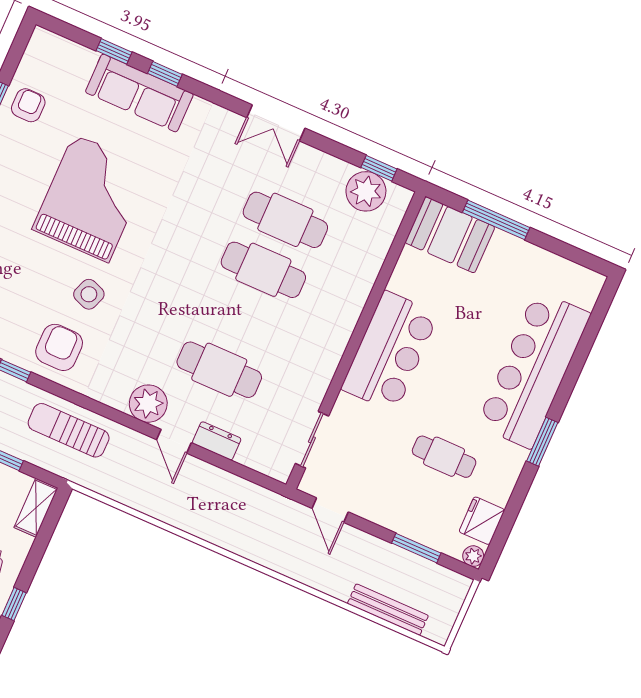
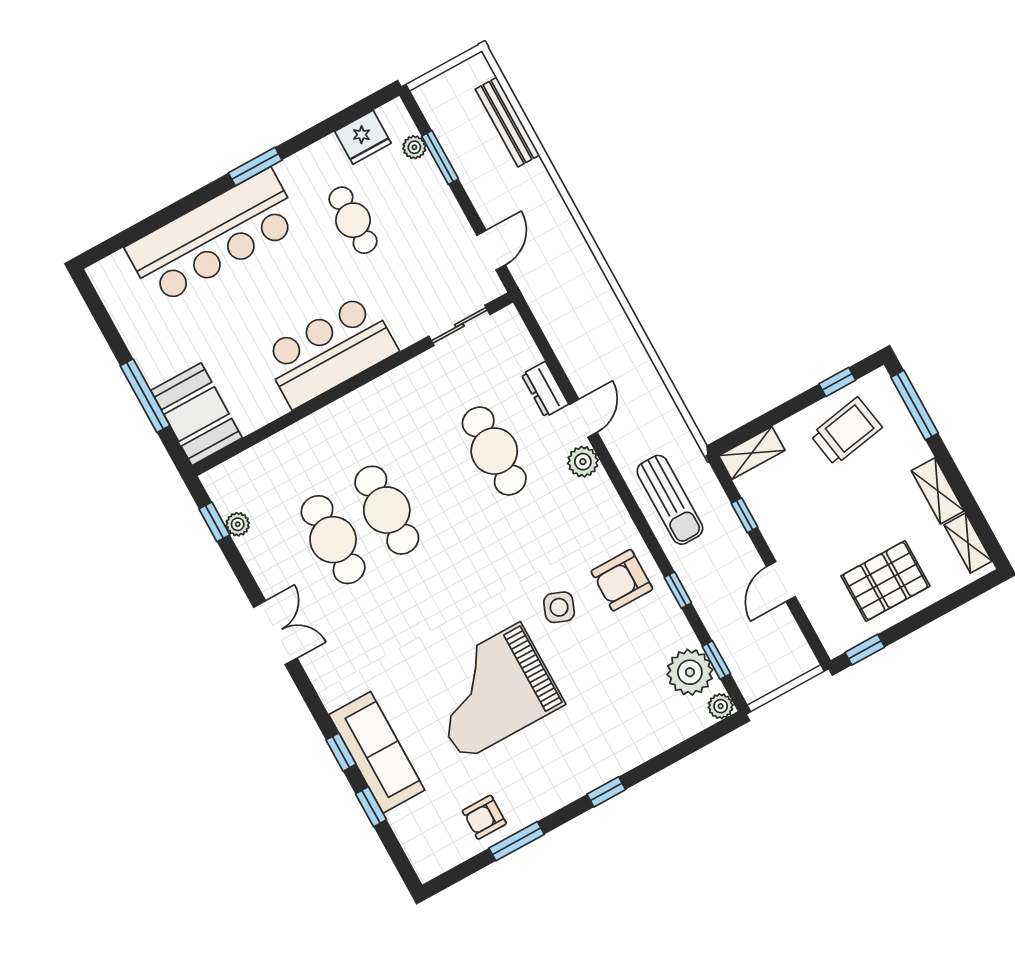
plant: (366, 191) -> (238, 524), width x0.53, depth x0.53
plant: (148, 404) -> (583, 462), width x0.73, depth x0.73
plant: (473, 556) -> (414, 147), moved

